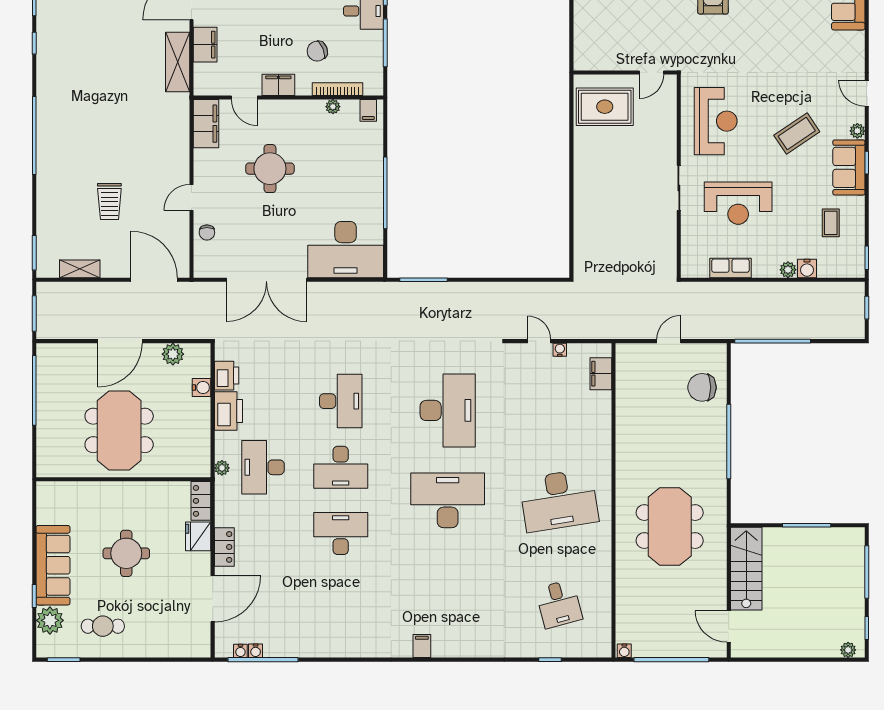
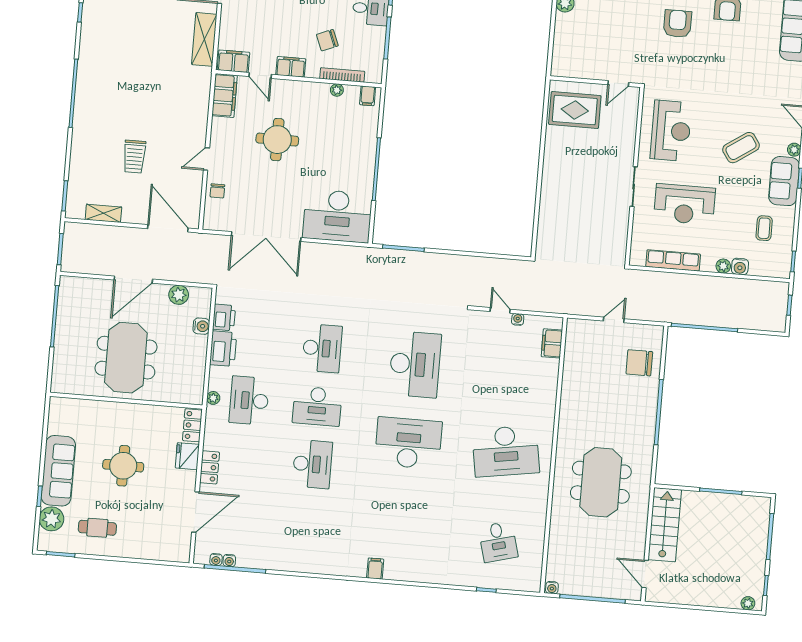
filing cabinet: (205, 45) -> (233, 61), moved, turned -90
row of seats: (731, 268) -> (673, 260), width x1.48
desk: (341, 533) -> (312, 464), turned 90

